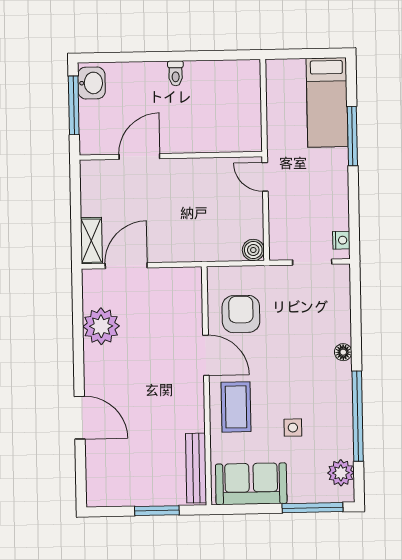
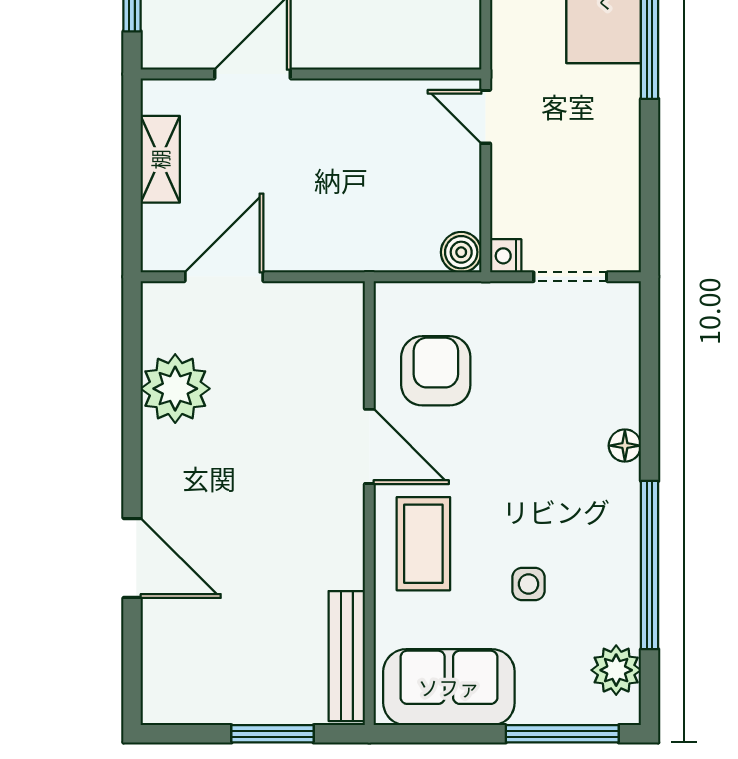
nightstand: (341, 240) -> (506, 256), moved, turned 180
shelving: (91, 241) -> (160, 159), moved

